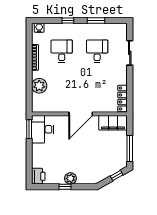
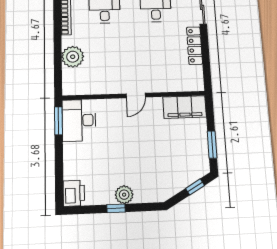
locker: (123, 98) -> (195, 46), moved
door: (81, 114) -> (136, 96), width x0.53
window: (130, 149) -> (212, 145), width x0.69

